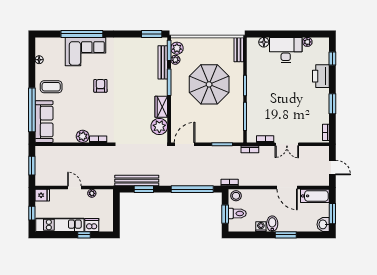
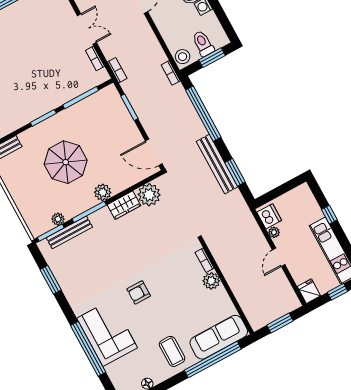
window: (152, 34) -> (51, 280), moved
plant: (177, 48) -> (103, 192), moved
parasol: (209, 84) -> (66, 162), width x0.73, depth x0.73
bench: (137, 181) -> (217, 164), moved
dishwasher: (92, 225) -> (269, 216), moved, turned 180

